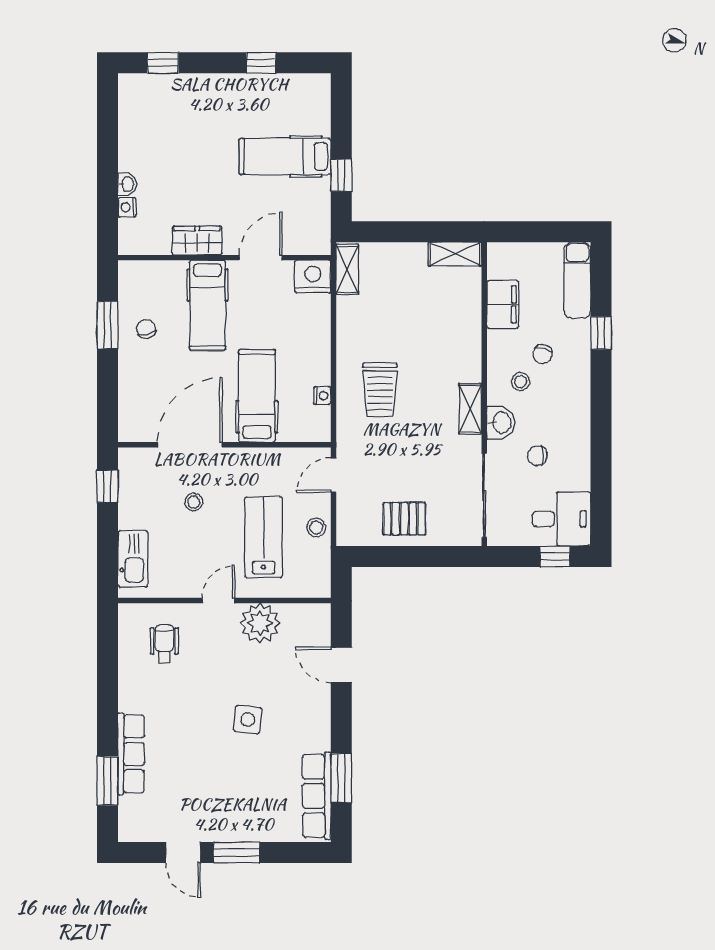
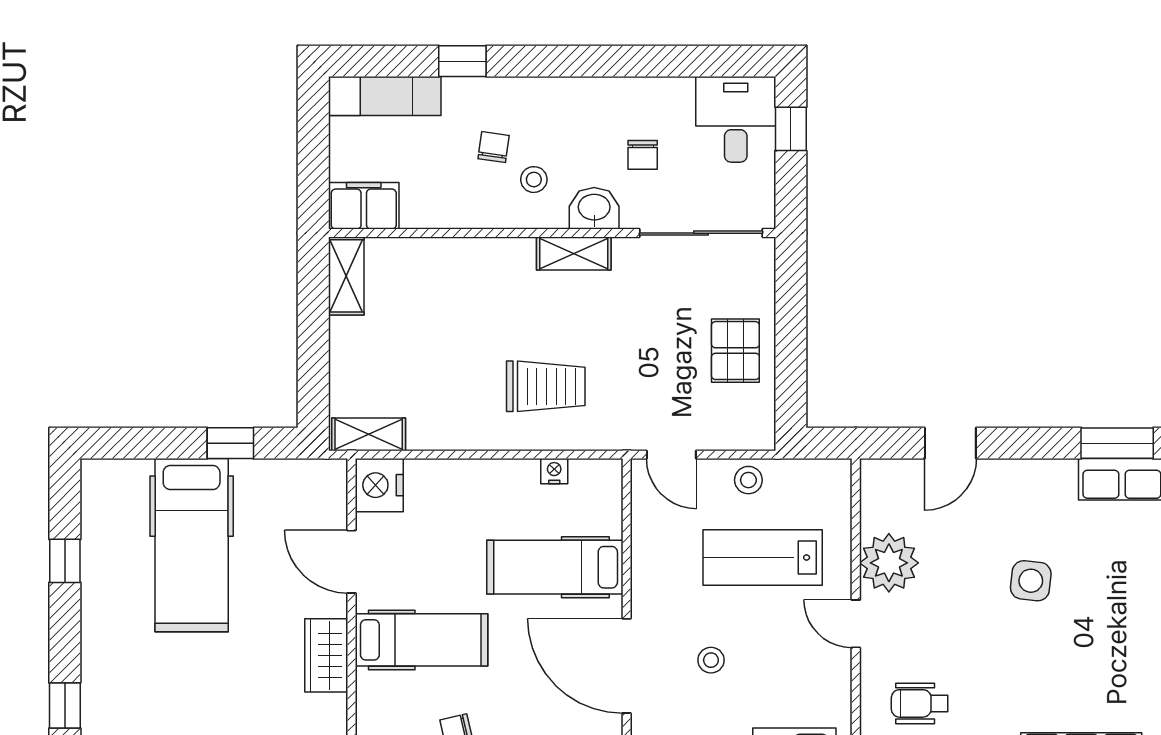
hospital bed: (285, 157) -> (192, 545), width x1.37, depth x1.29
filing cabinet: (503, 304) -> (364, 206), moved
chair: (543, 354) -> (494, 147), turned -95

